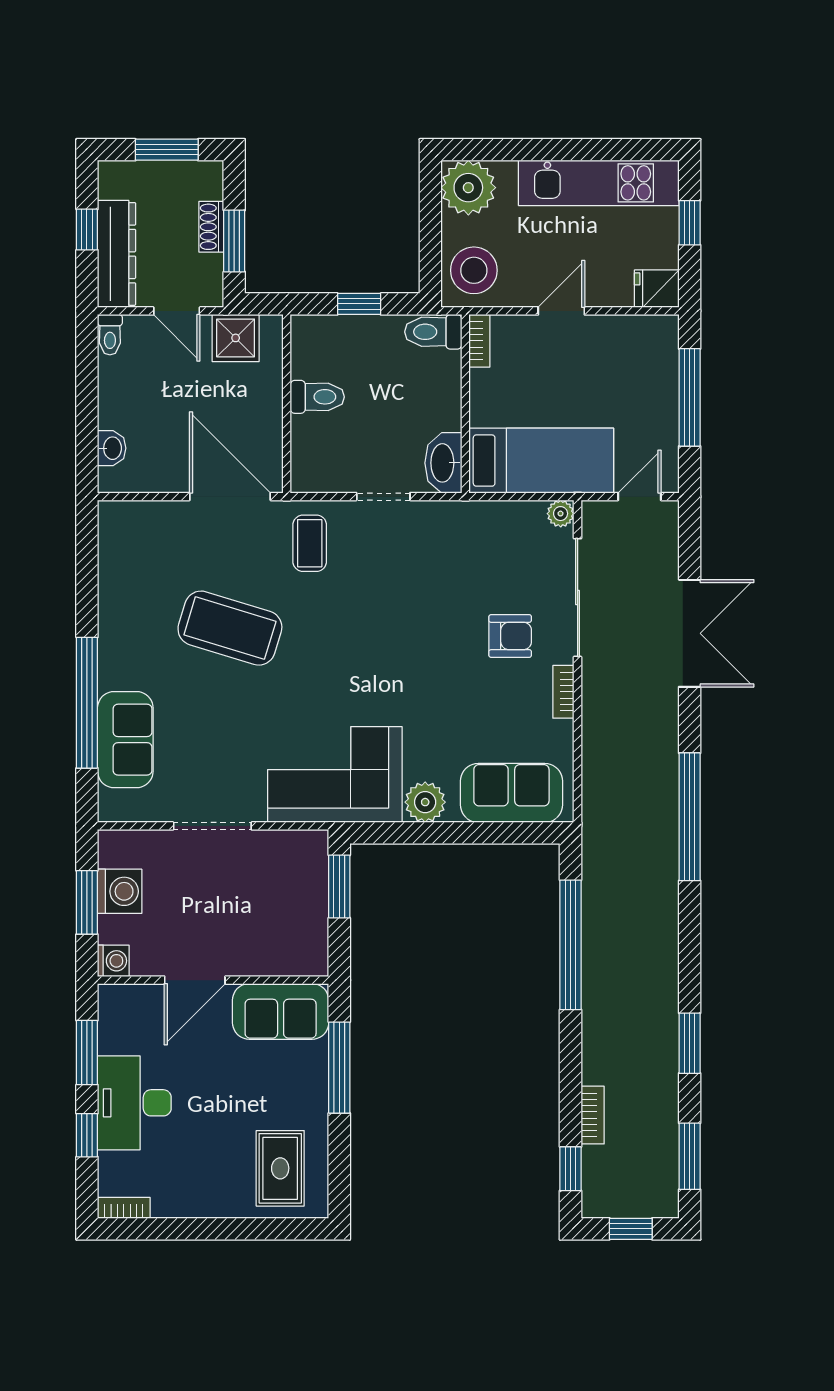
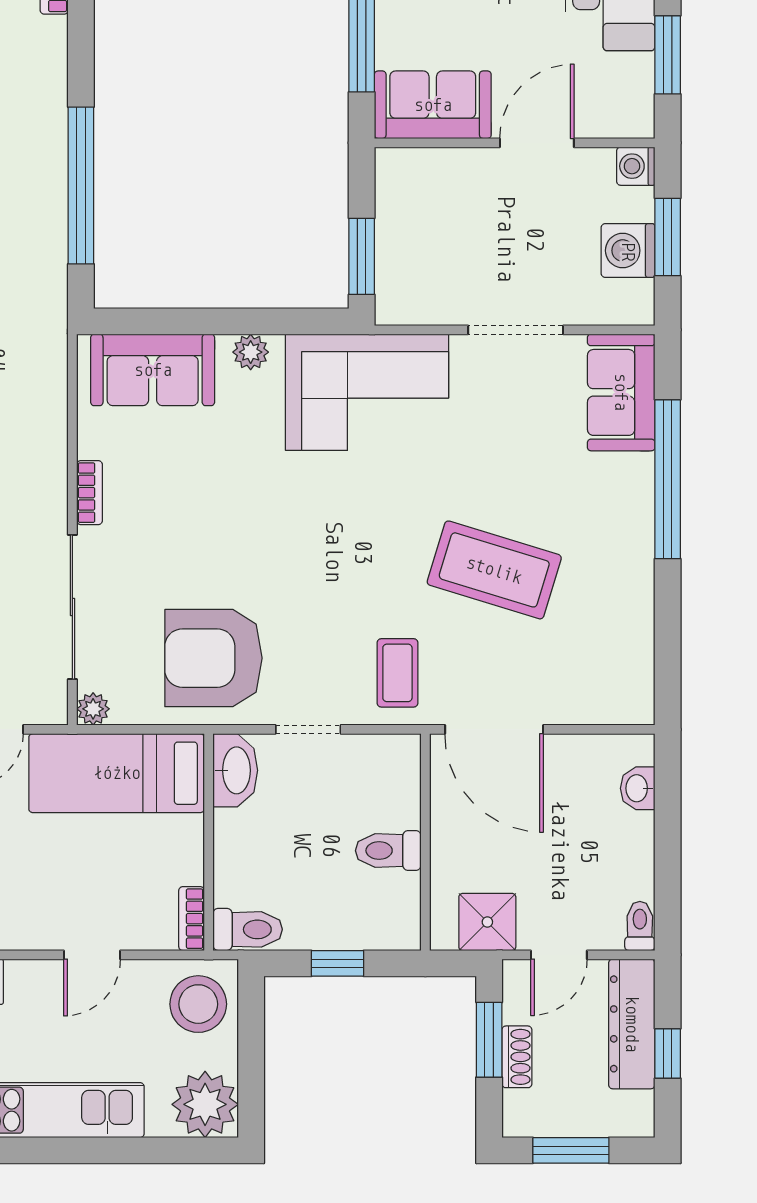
door: (177, 311) -> (559, 955), swing flipped
armchair: (510, 636) -> (213, 658), moved, width x1.88, depth x1.88
sofa: (125, 740) -> (621, 392), moved
plant: (425, 802) -> (251, 352), width x0.73, depth x0.73

